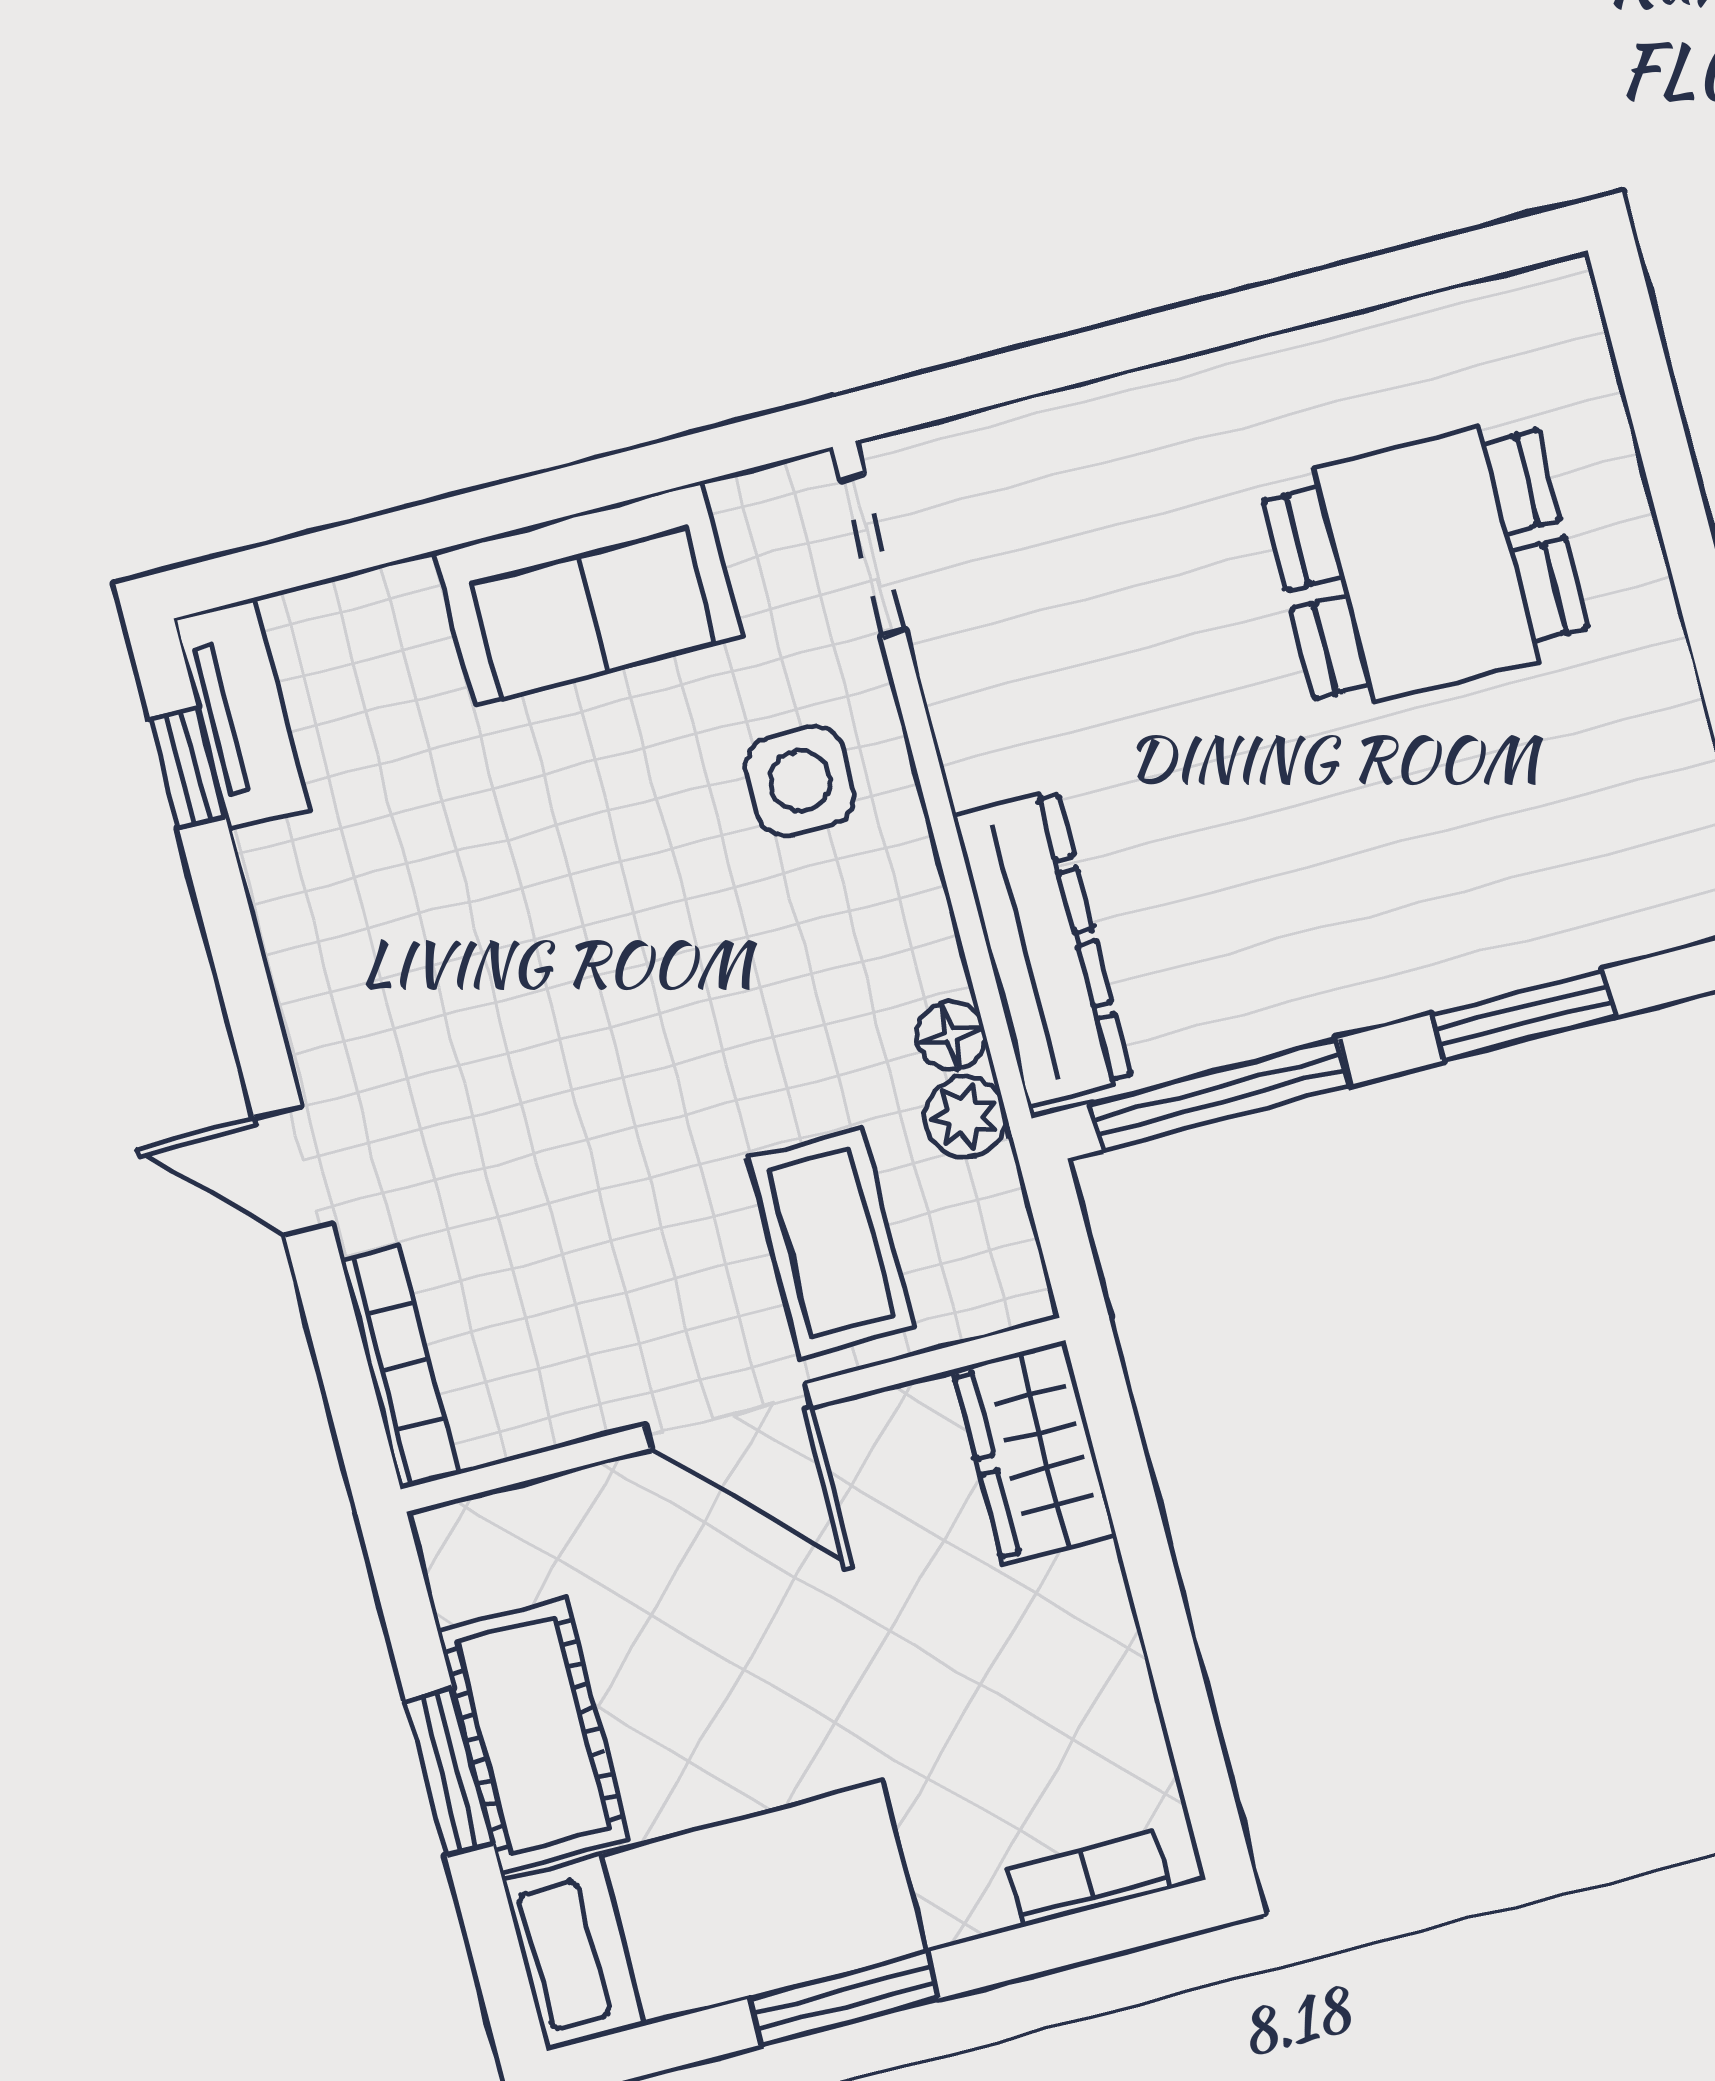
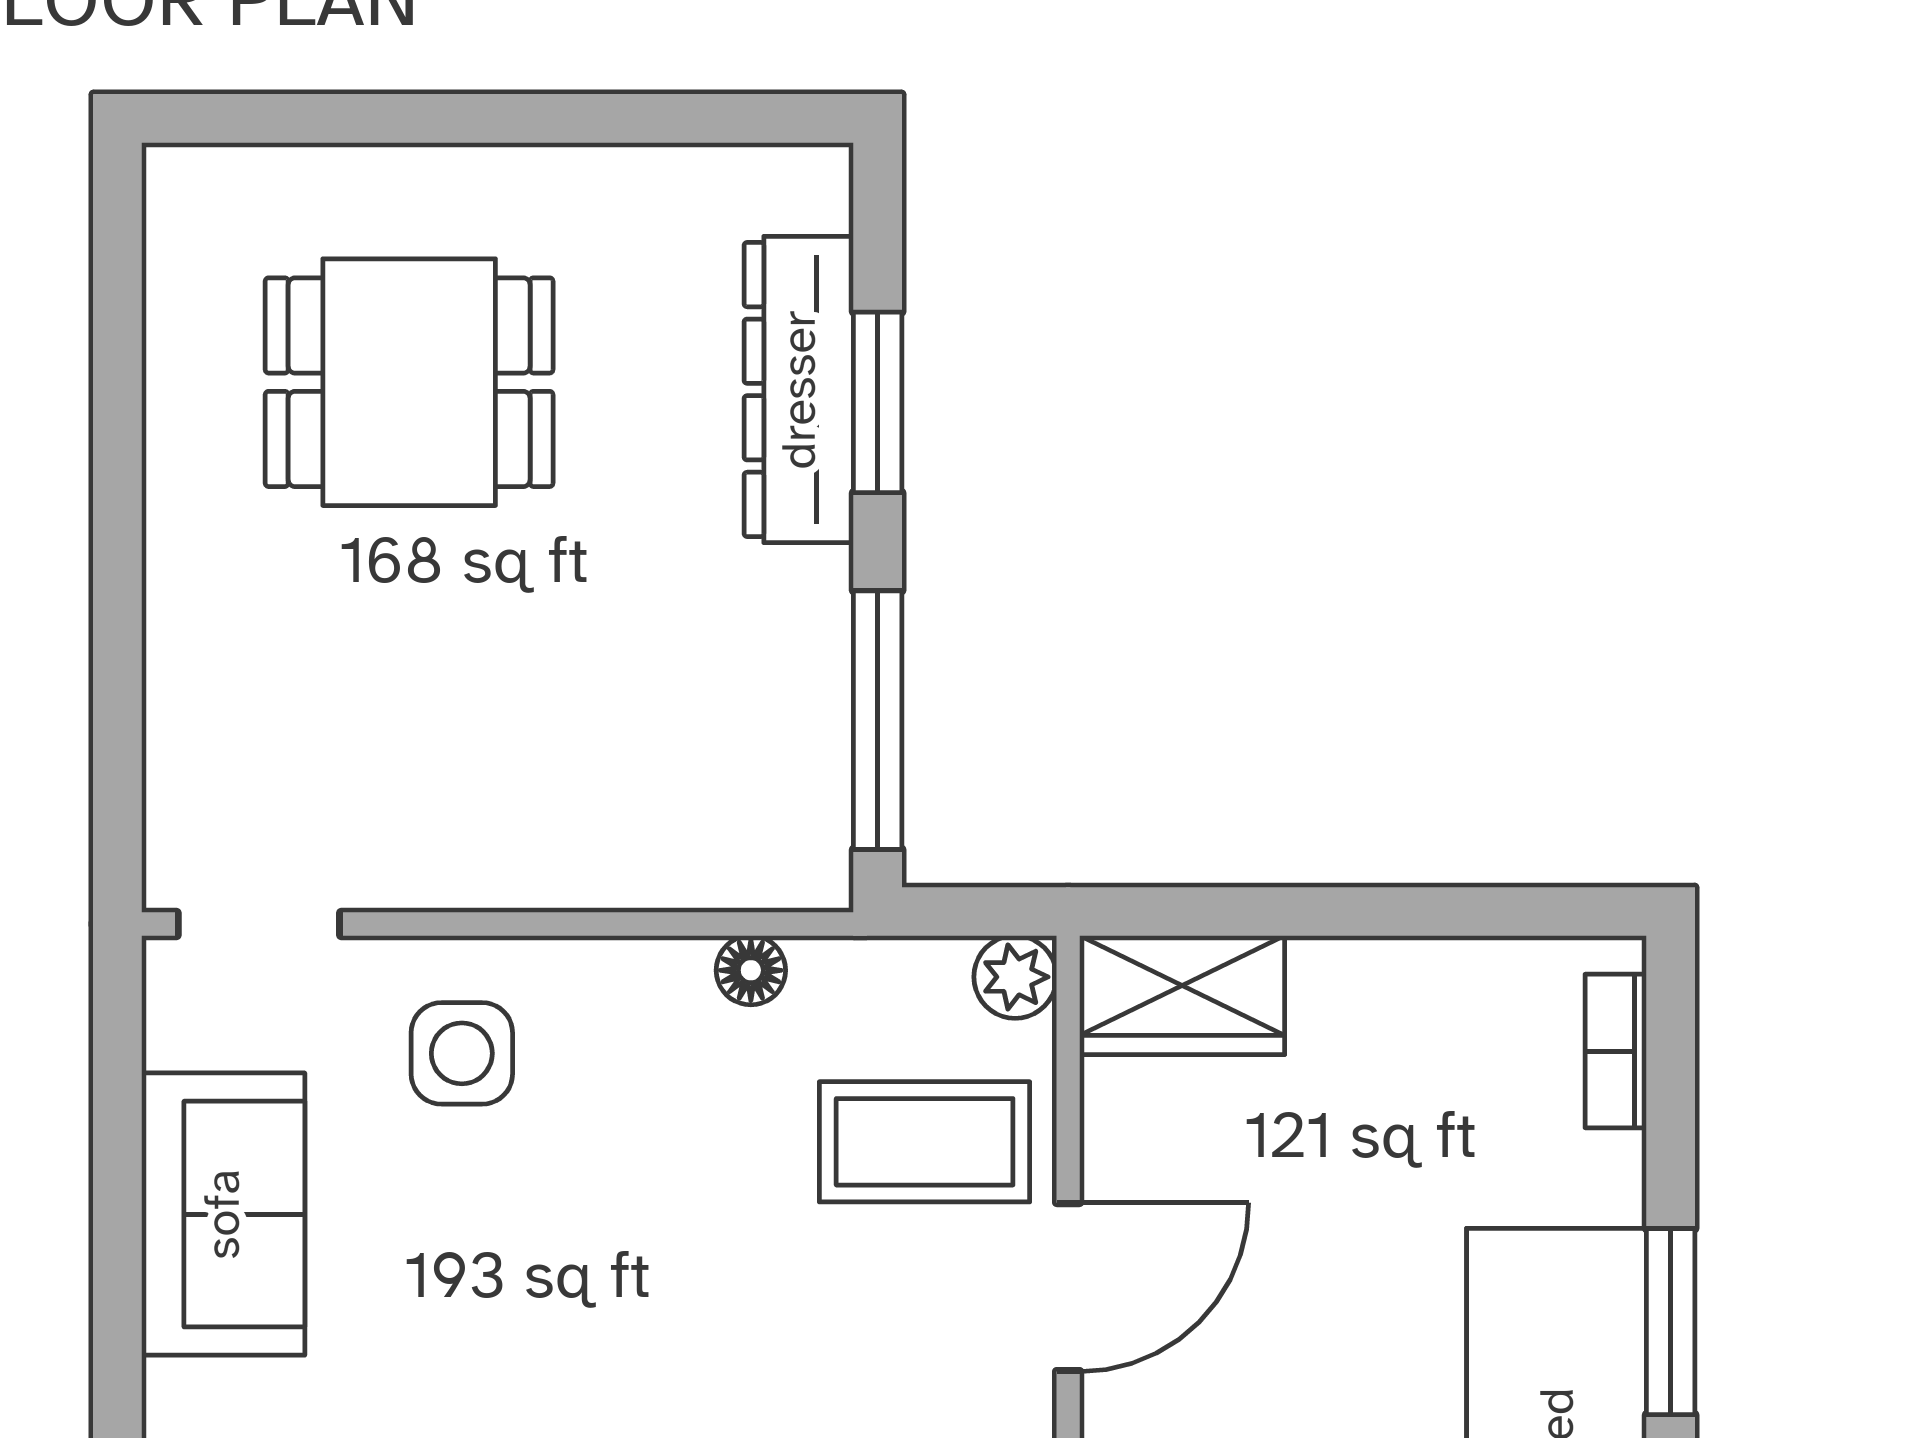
dining table: (1426, 564) -> (409, 382), turned 90
dresser: (1043, 948) -> (799, 390), moved, turned -90
plant: (965, 1117) -> (1015, 977), moved

